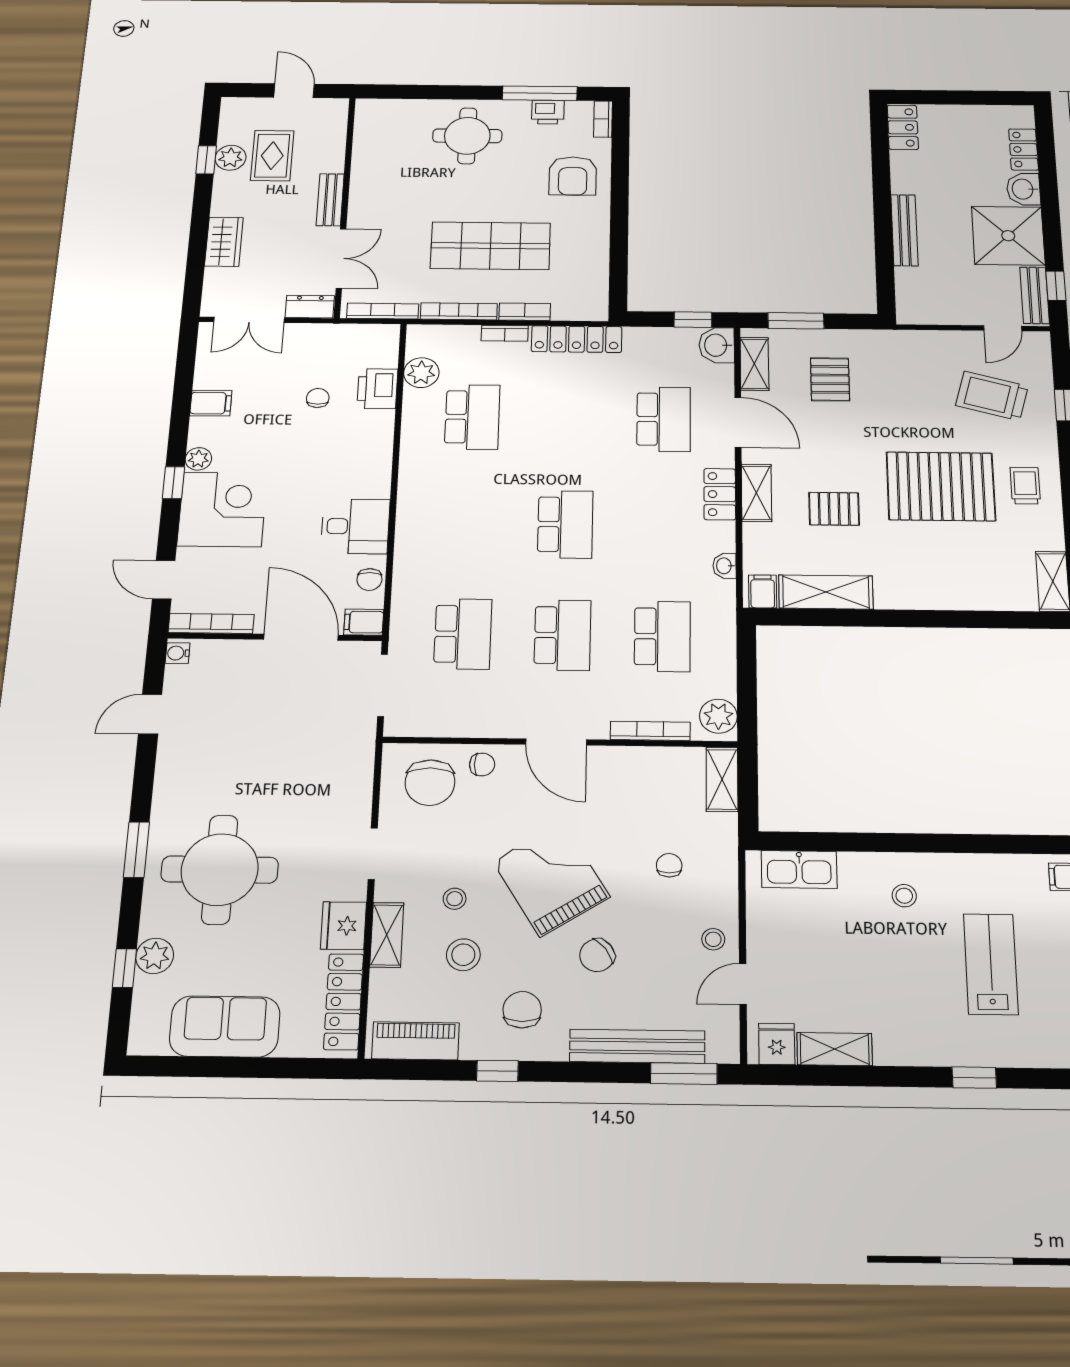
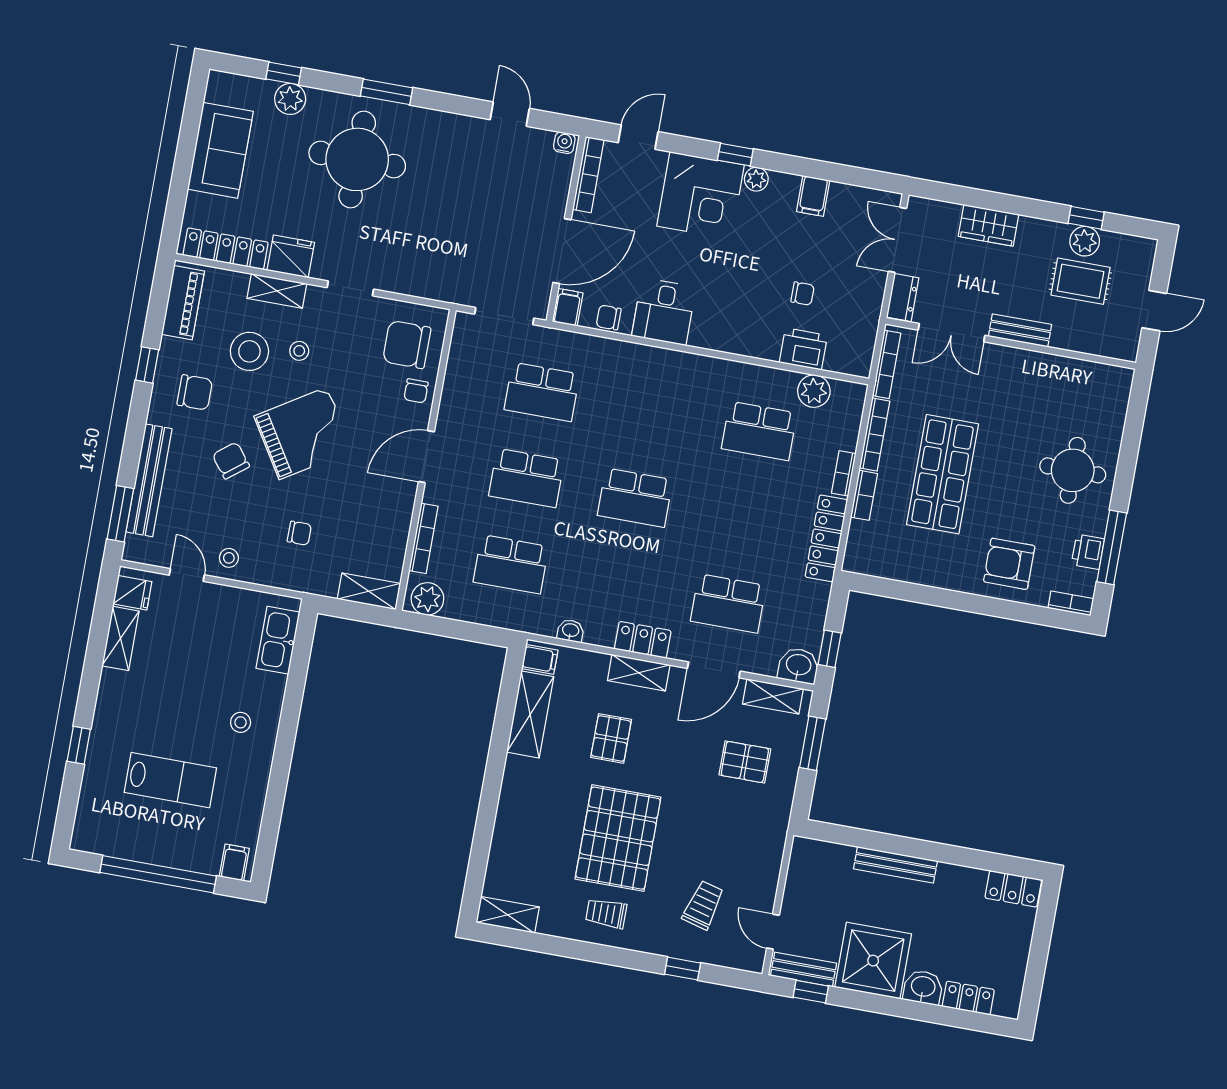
trolley: (992, 396) -> (703, 905), width x0.73, depth x0.72
trolley: (1025, 486) -> (606, 913), turned 180
stool: (463, 955) -> (249, 351), width x1.38, depth x1.38

